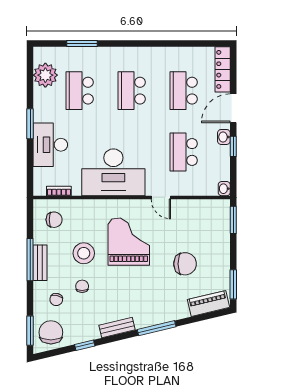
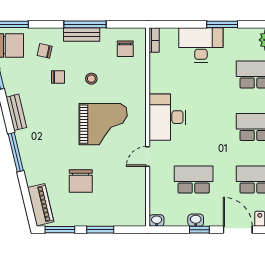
washbasin: (224, 137) -> (196, 220), moved
desk: (113, 172) -> (168, 117), width x0.73, depth x0.77
bookcase: (59, 191) -> (154, 40), moved
window: (233, 220) -> (100, 230), moved
stool: (84, 253) -> (91, 79), width x0.53, depth x0.53

